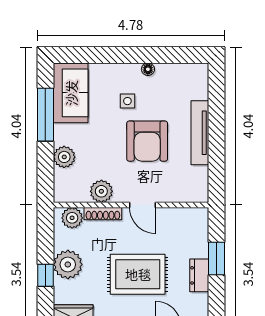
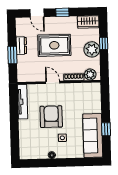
sofa: (71, 93) -> (93, 136), width x1.36
window: (45, 115) -> (106, 129), width x0.46
tv unit: (200, 133) -> (23, 102), moved
plant: (64, 157) -> (95, 107), removed
plant: (101, 191) -> (75, 89), removed

